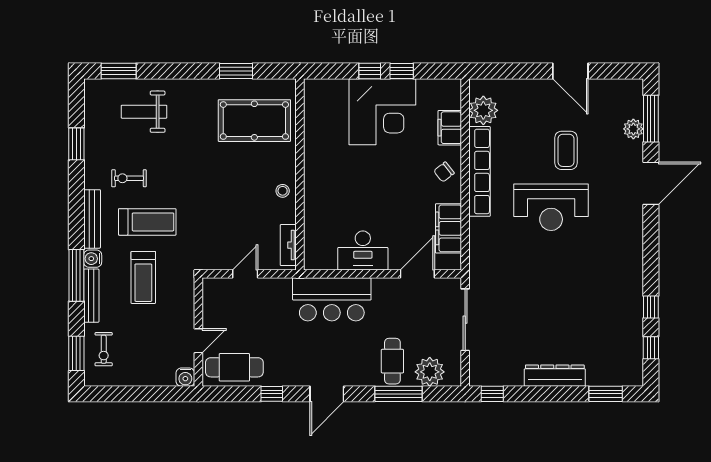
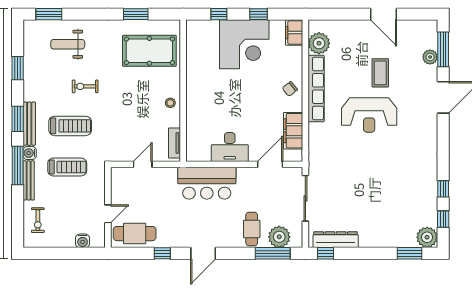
window: (370, 71) -> (219, 14), moved
filing cabinet: (450, 128) -> (294, 33), moved
exercise bike: (129, 178) -> (85, 86), moved
treadmill: (143, 277) -> (67, 167), turned -90
window: (76, 353) -> (18, 119), moved
plant: (629, 372) -> (427, 237), added
dresser: (555, 376) -> (336, 240), moved
water cooler: (185, 377) -> (83, 241), moved
window: (398, 394) -> (273, 253), moved

